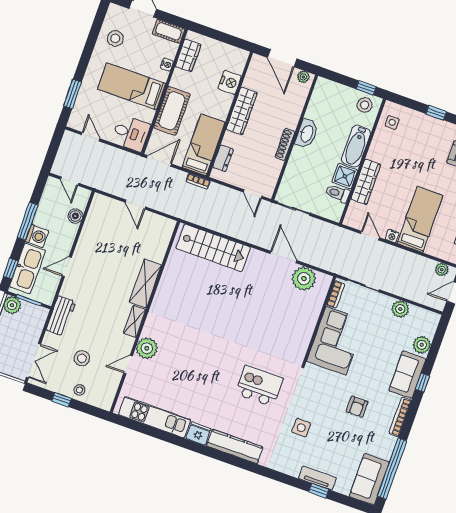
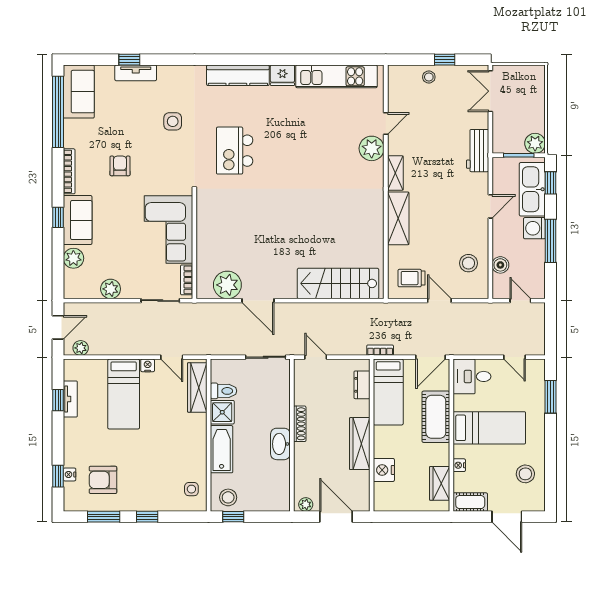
wardrobe: (366, 182) -> (197, 387), moved
trolley: (152, 231) -> (411, 278), added
stool: (82, 358) -> (468, 263), moved
kitchen island: (259, 386) -> (235, 151), turned 90

